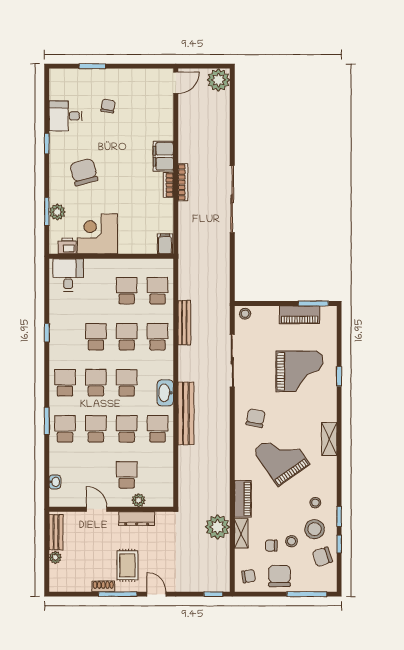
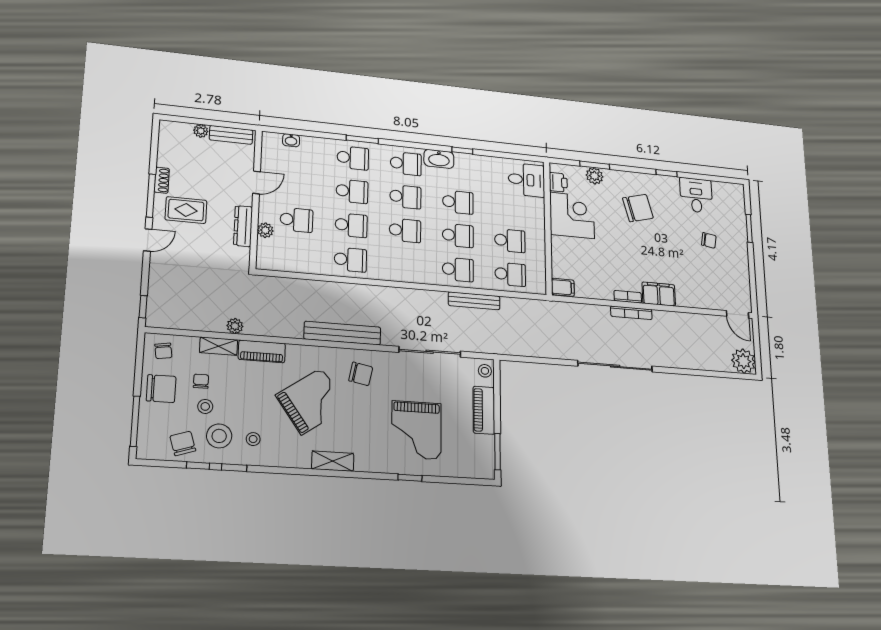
piano: (300, 315) -> (484, 410), moved
washbasin: (165, 393) -> (439, 159), moved, turned 180
bench: (186, 413) -> (342, 333), moved
plant: (218, 527) -> (235, 326), width x0.53, depth x0.53

